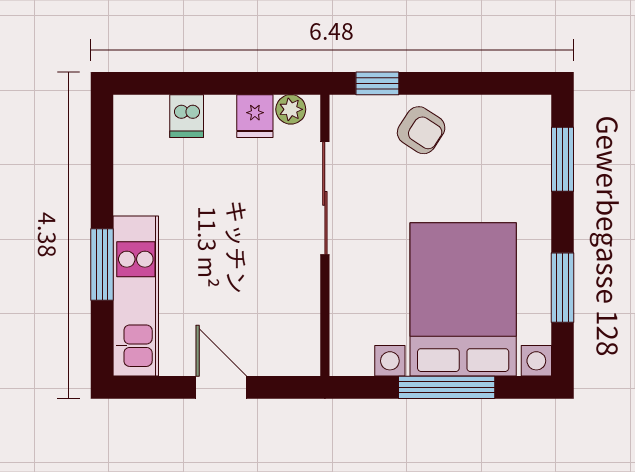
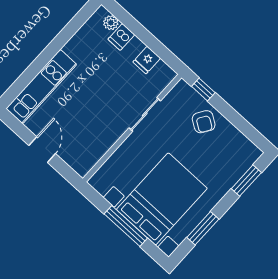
plant: (291, 109) -> (111, 23), moved
sliding door: (325, 198) -> (145, 114), width x0.73
window: (102, 264) -> (39, 63), removed

